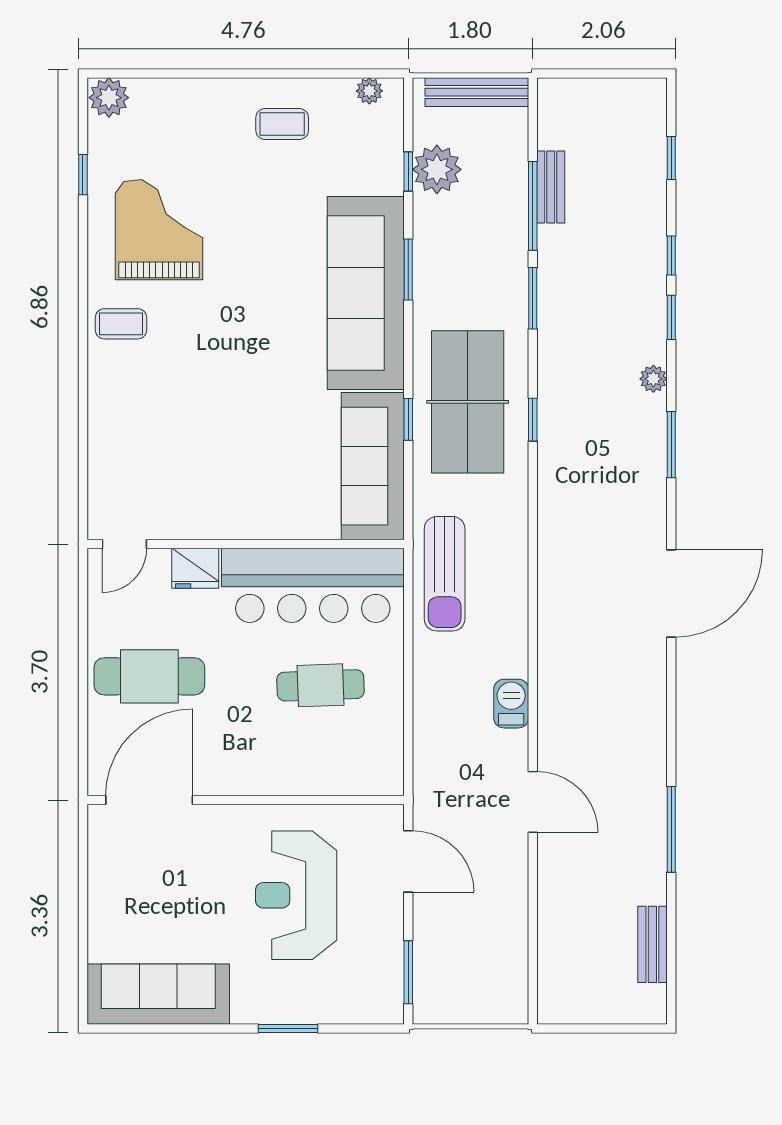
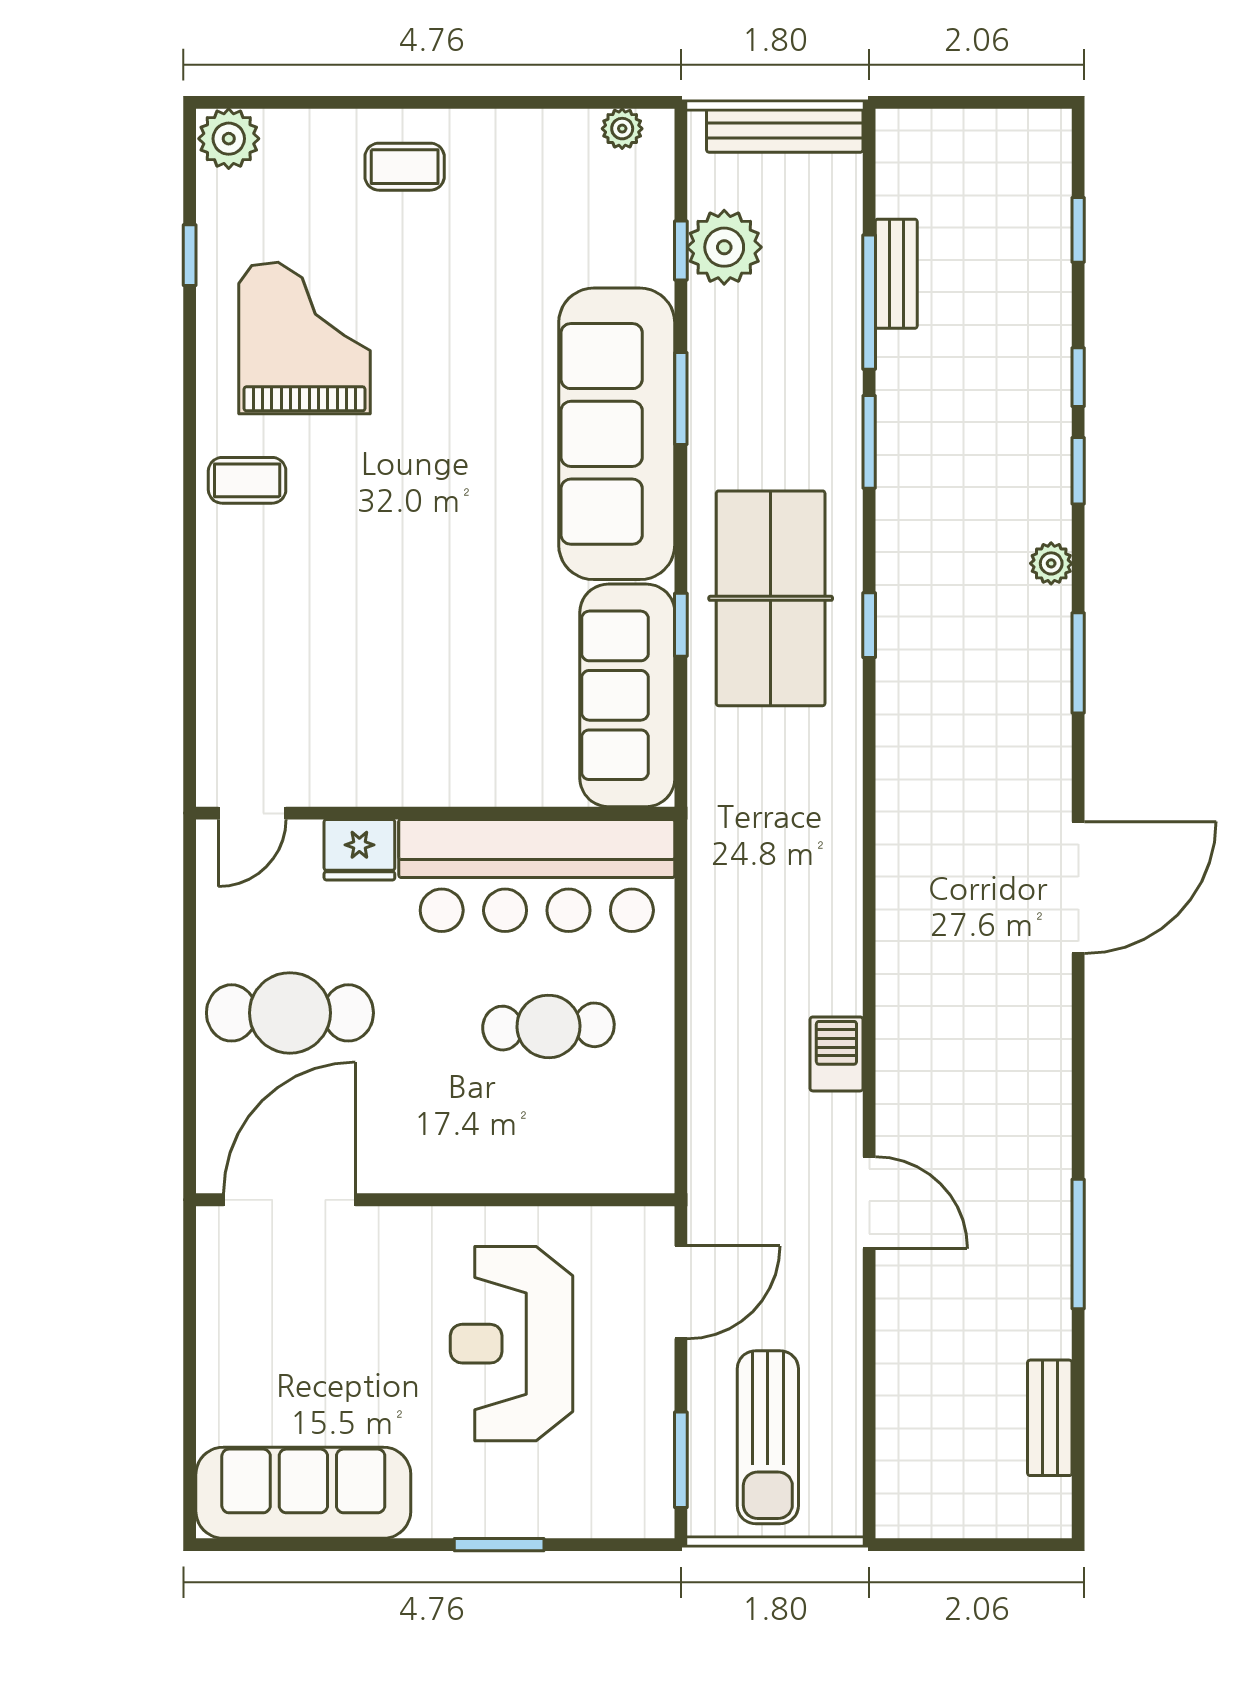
coffee table: (282, 124) -> (405, 167), moved
sun lounger: (445, 574) -> (768, 1437), moved
door: (408, 861) -> (681, 1292), hinge flipped

